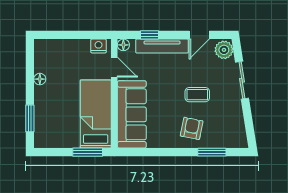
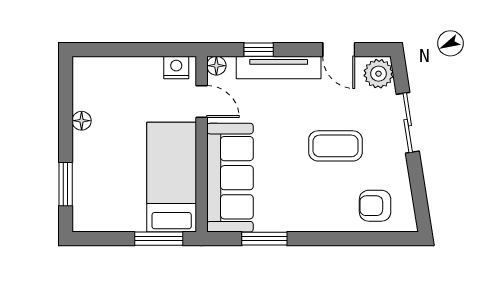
door: (199, 35) -> (339, 50), hinge flipped
coffee table: (197, 95) -> (335, 146), width x1.36, depth x1.30
armchair: (192, 128) -> (375, 206), moved, turned -101
window: (212, 152) -> (264, 239), moved

